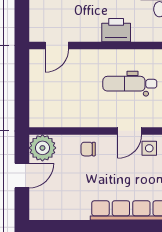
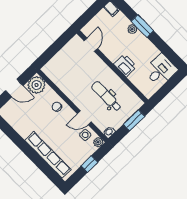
door: (57, 45) -> (91, 45), swing flipped

